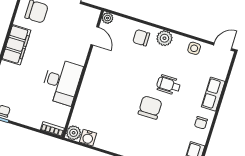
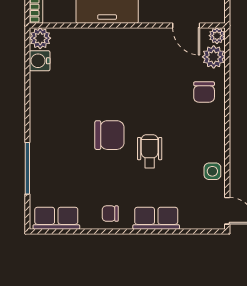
door: (95, 36) -> (186, 25), hinge flipped
chair: (141, 38) -> (204, 92), turned 180
plant: (164, 38) -> (214, 57), moved

